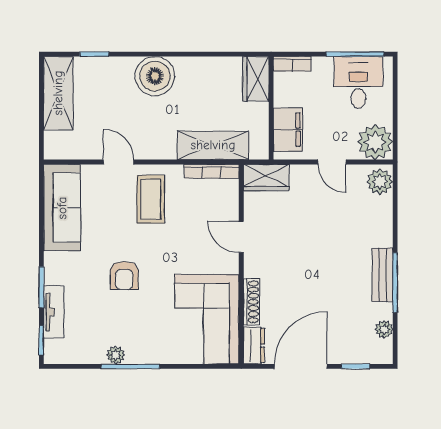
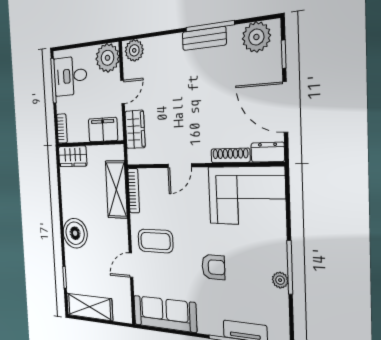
wardrobe: (266, 177) -> (135, 129), moved
plant: (384, 329) -> (256, 37), width x1.87, depth x1.87

